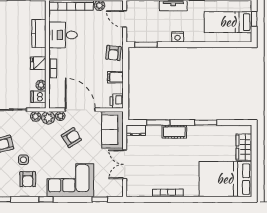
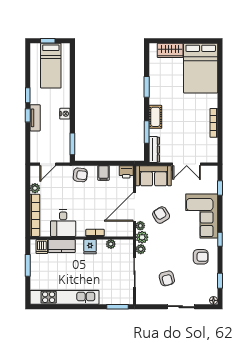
dishwasher: (38, 97) -> (42, 247), moved
dresser: (136, 130) -> (154, 150), width x1.44
side table: (23, 160) -> (182, 261), removed

